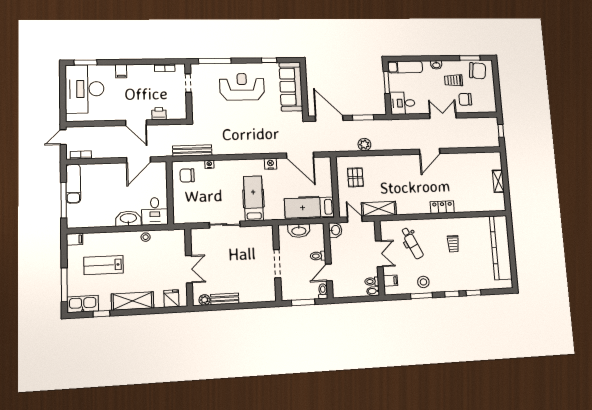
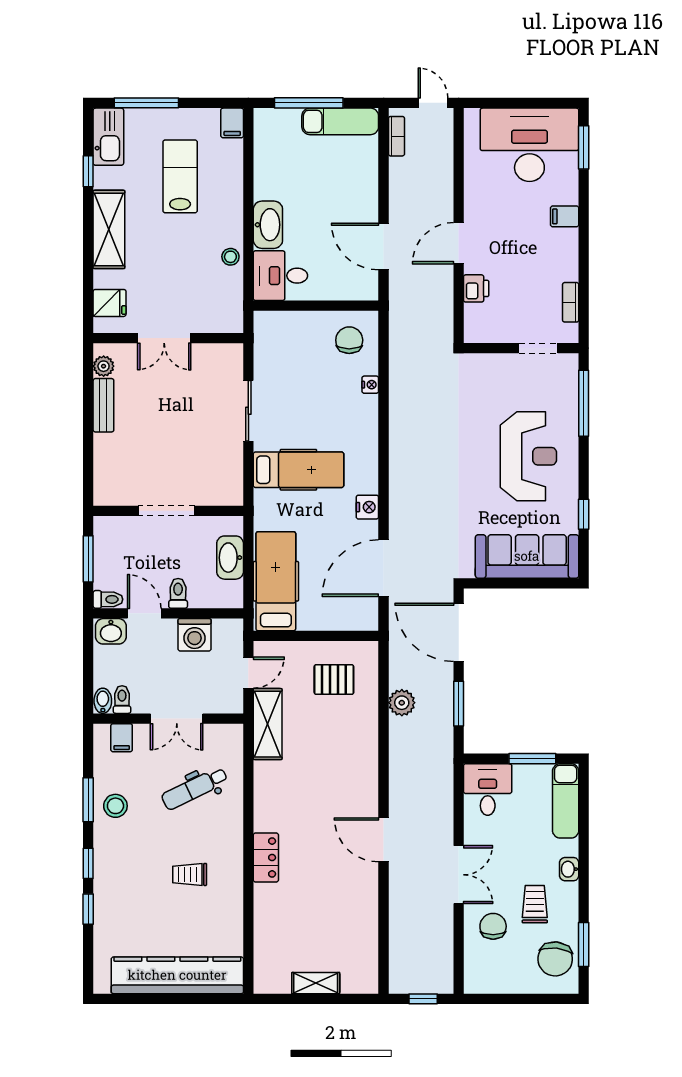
door: (329, 118) -> (459, 632), swing flipped
bench: (192, 151) -> (399, 352), removed
washbasin: (335, 230) -> (111, 631), moved
washing machine: (338, 247) -> (195, 635), added

